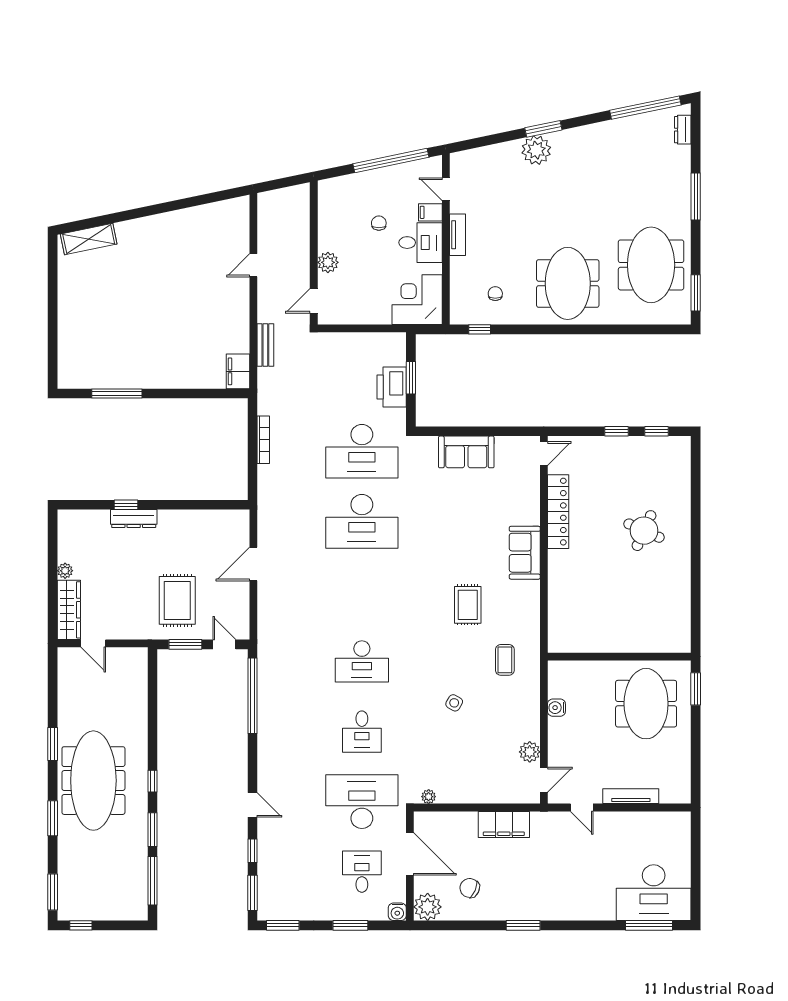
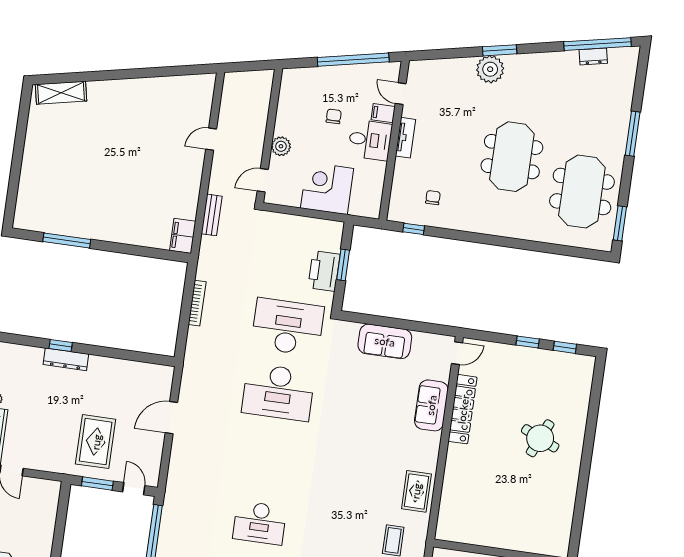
dresser: (683, 130) -> (593, 56), moved, turned -102
meeting table: (568, 283) -> (512, 157), moved
corner desk: (417, 300) -> (327, 188), moved
desk: (362, 451) -> (288, 327), turned 180
sofa: (525, 553) -> (431, 405), moved
rug: (468, 605) -> (416, 491), moved

